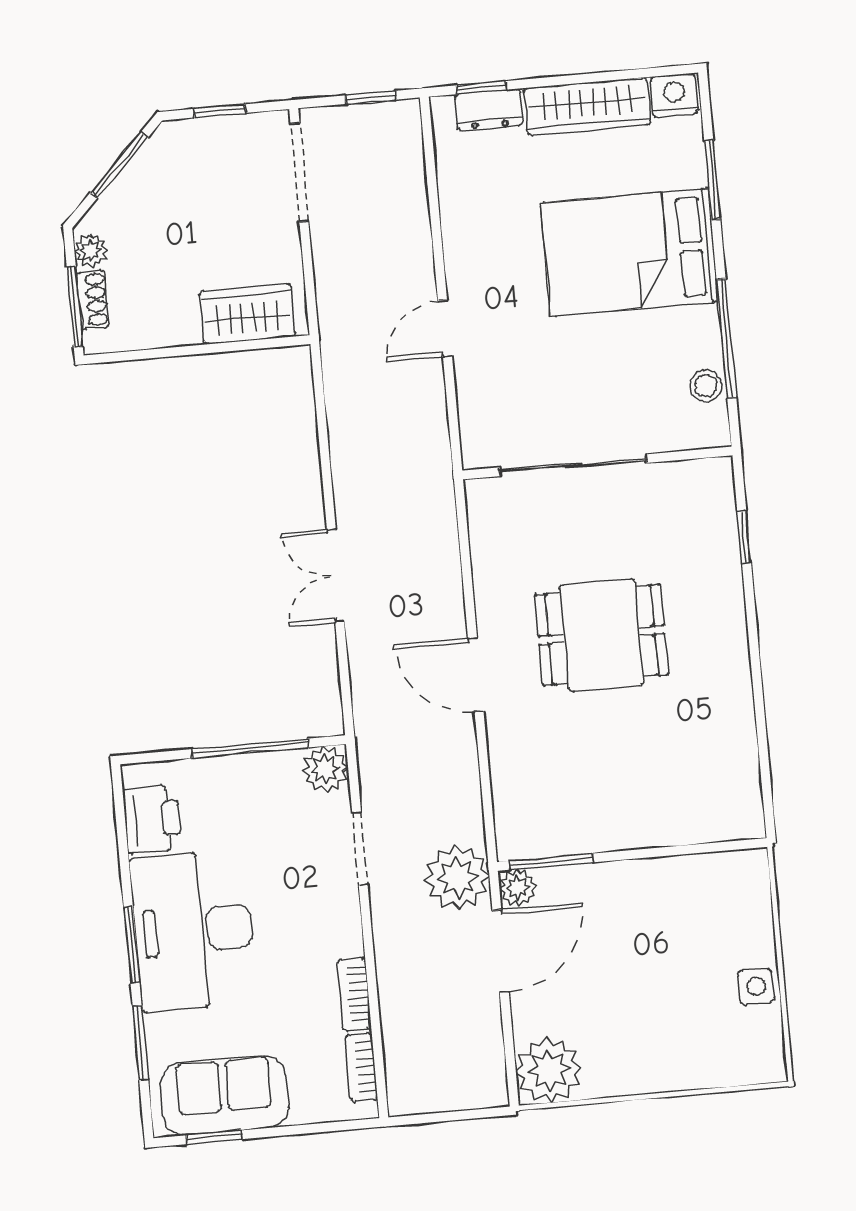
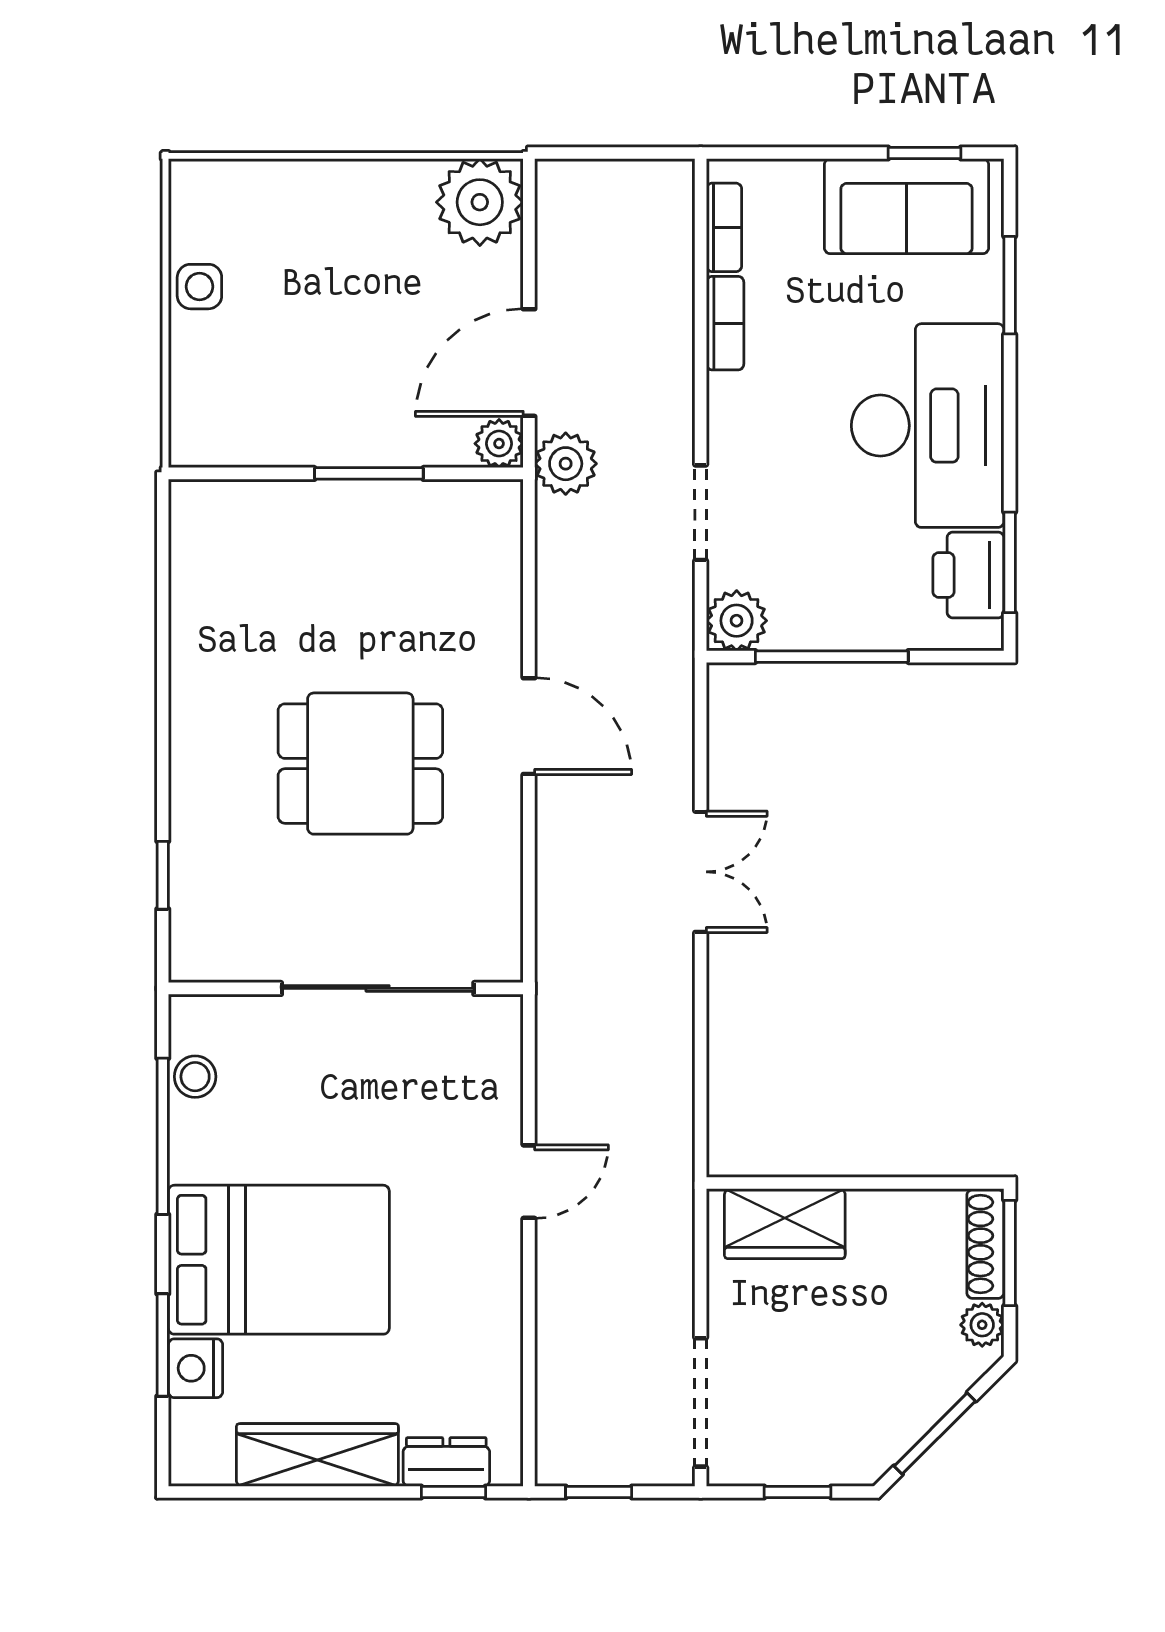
nightstand: (674, 95) -> (196, 1368), moved, turned 90
shoe rack: (93, 300) -> (985, 1244), width x1.43
window: (551, 862) -> (369, 473), moved
plant: (457, 878) -> (566, 464), width x0.73, depth x0.73
window: (132, 945) -> (1010, 562), moved

